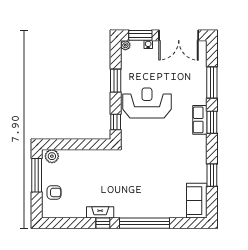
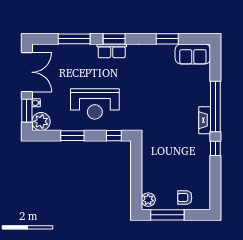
plant: (125, 45) -> (41, 121), width x1.88, depth x1.88
reception desk: (147, 103) -> (95, 104), turned -90
armchair: (54, 192) -> (185, 198), turned -90
fireplace: (100, 212) -> (205, 120), moved

